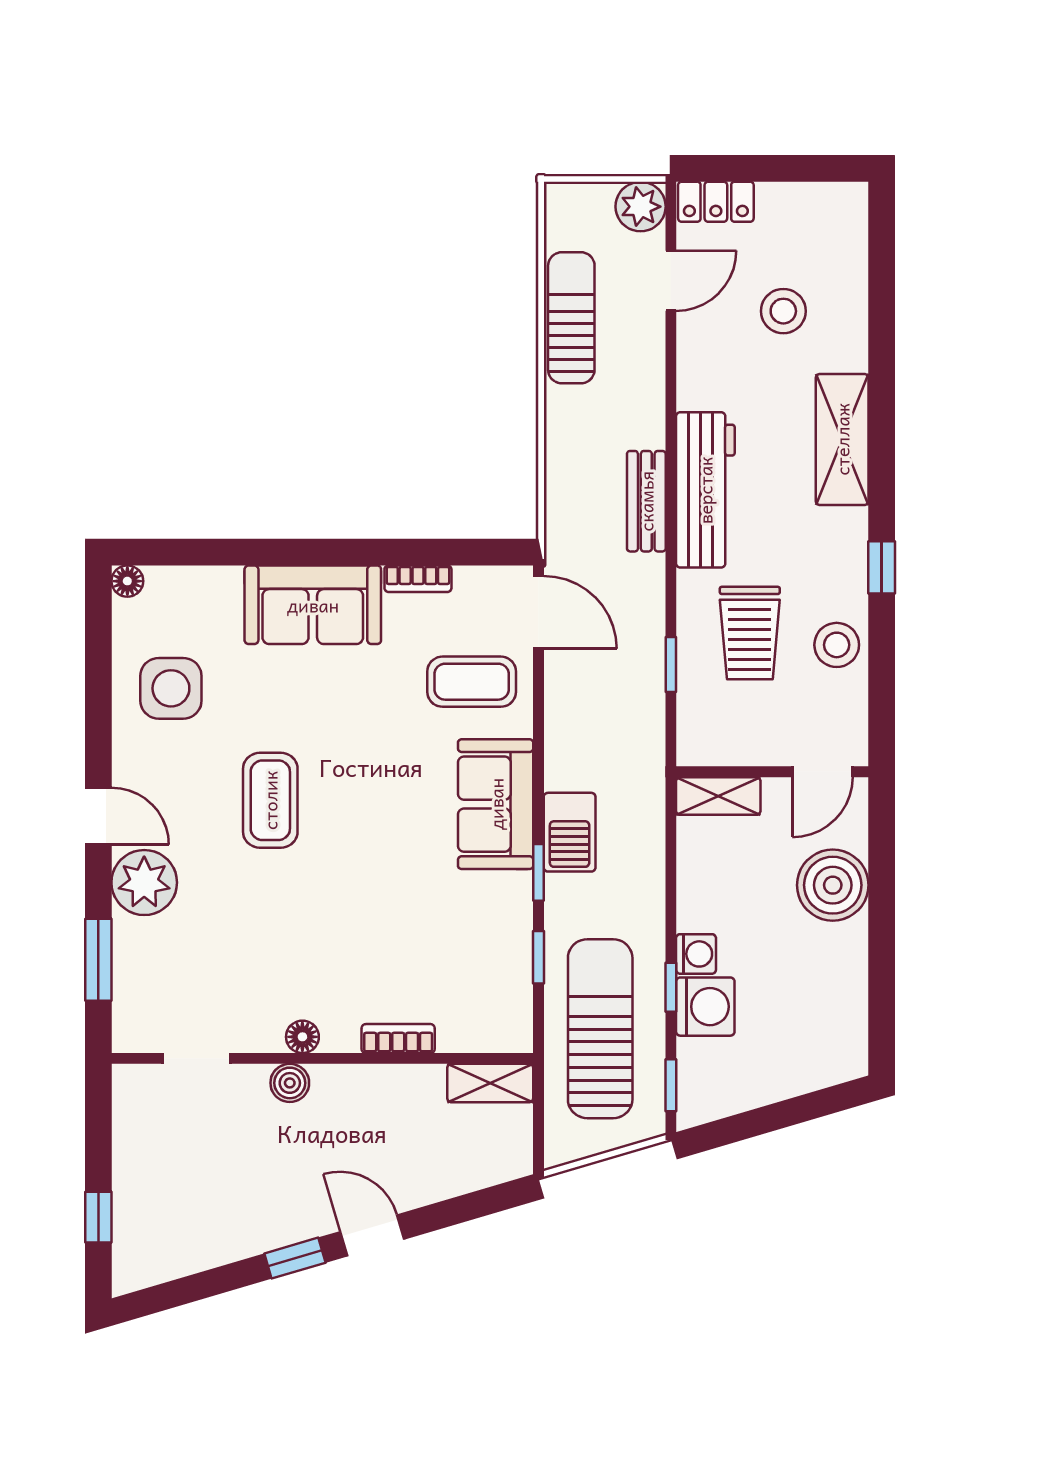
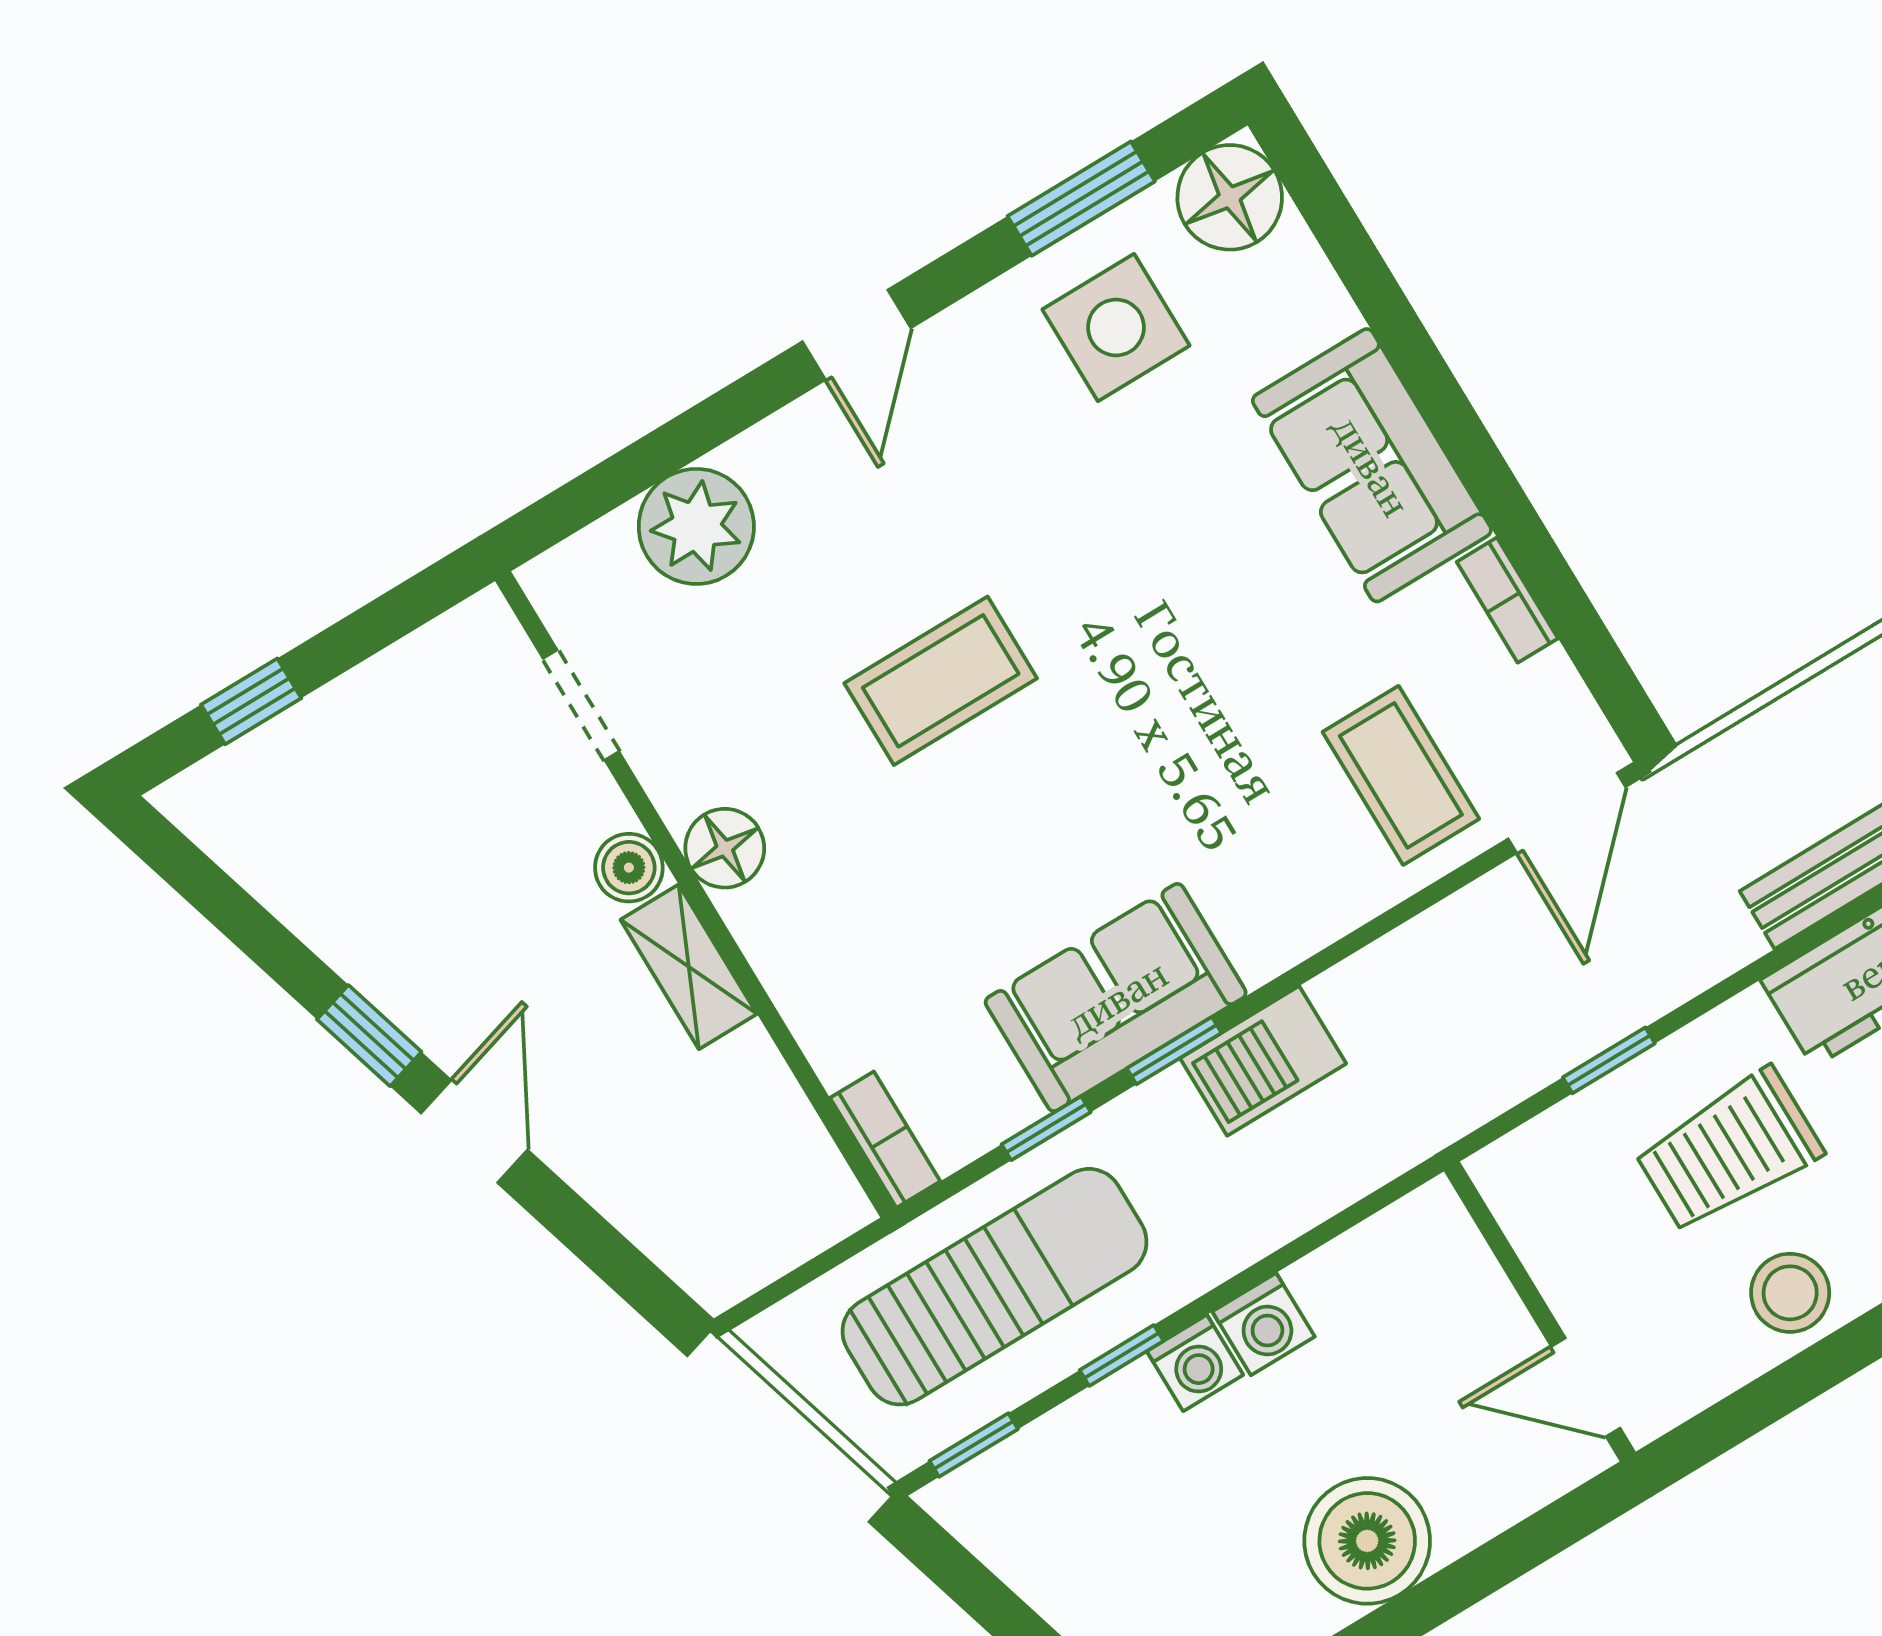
floor lamp: (127, 581) -> (1230, 197), width x1.89, depth x1.89
shelving: (718, 796) -> (1454, 1252), removed
coffee table: (270, 800) -> (941, 681), moved
sofa: (496, 804) -> (1116, 998), moved
plant: (144, 883) -> (696, 526), moved
boiler: (833, 885) -> (1367, 1541), moved
window: (98, 960) -> (1081, 199), moved
washing machine: (705, 1007) -> (1264, 1324), moved, width x0.73, depth x0.73
floor lamp: (302, 1037) -> (725, 848), width x1.37, depth x1.37
bookcase: (398, 1039) -> (885, 1140), moved
shelving: (490, 1083) -> (689, 967), moved

